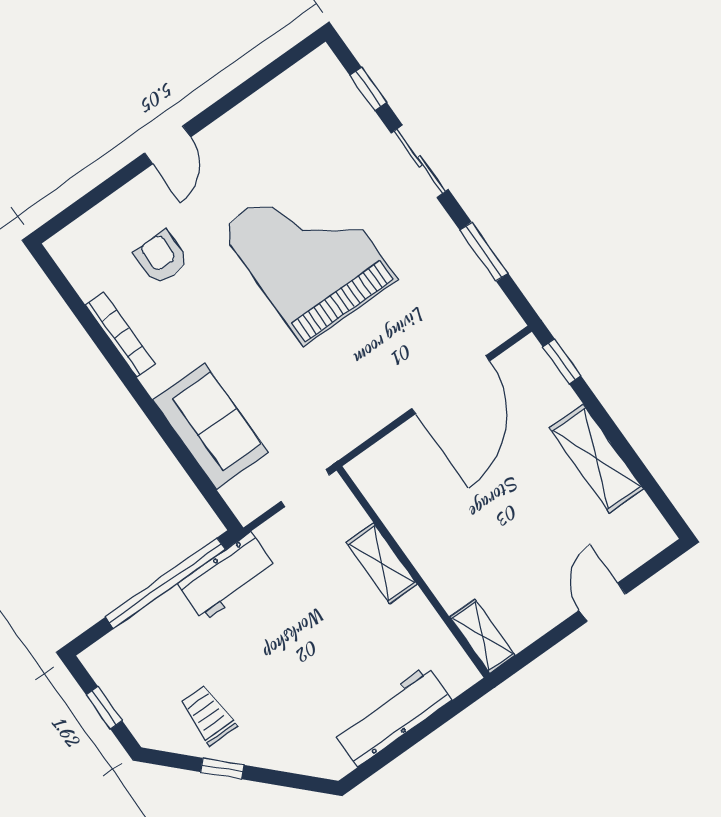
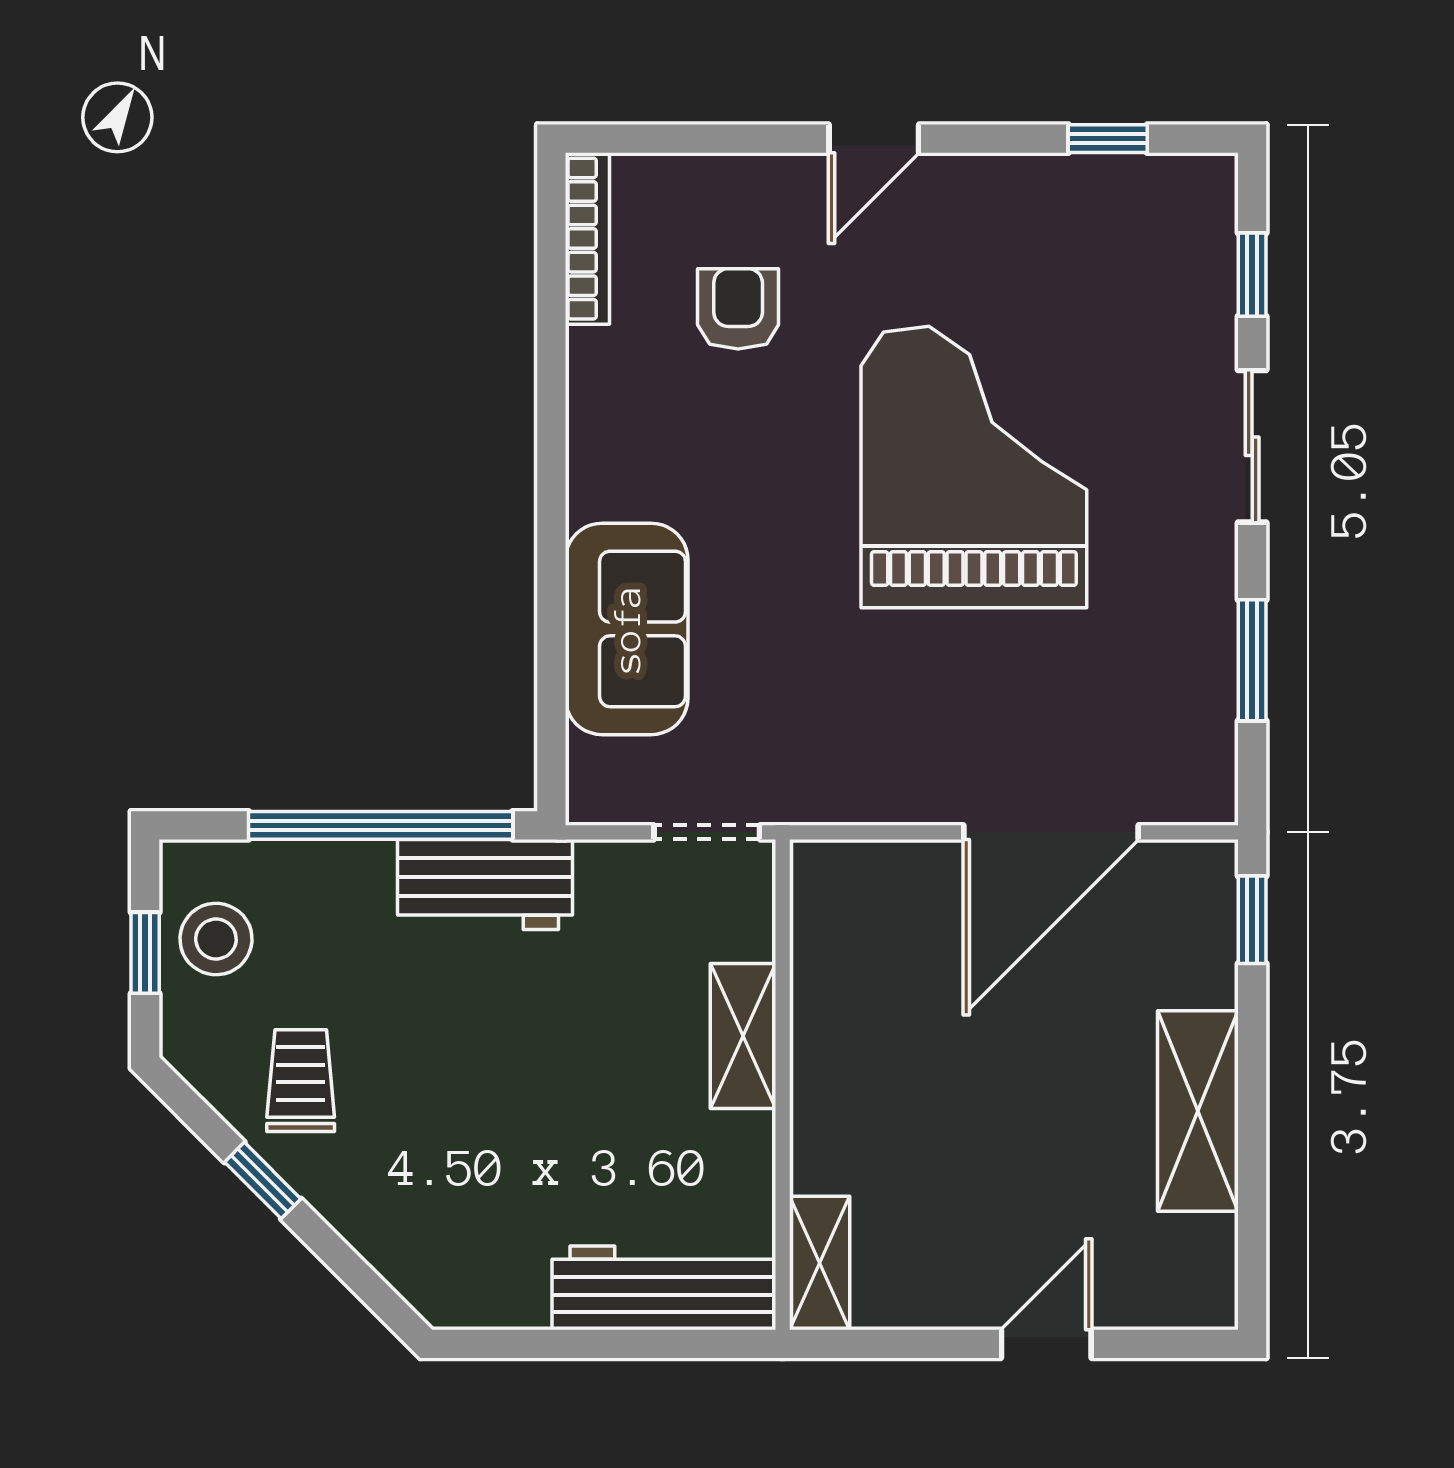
window: (266, 75) -> (1108, 139), added
bookcase: (120, 335) -> (587, 239), moved
stool: (130, 681) -> (216, 939), added
workbench: (392, 716) -> (664, 1288), moved

